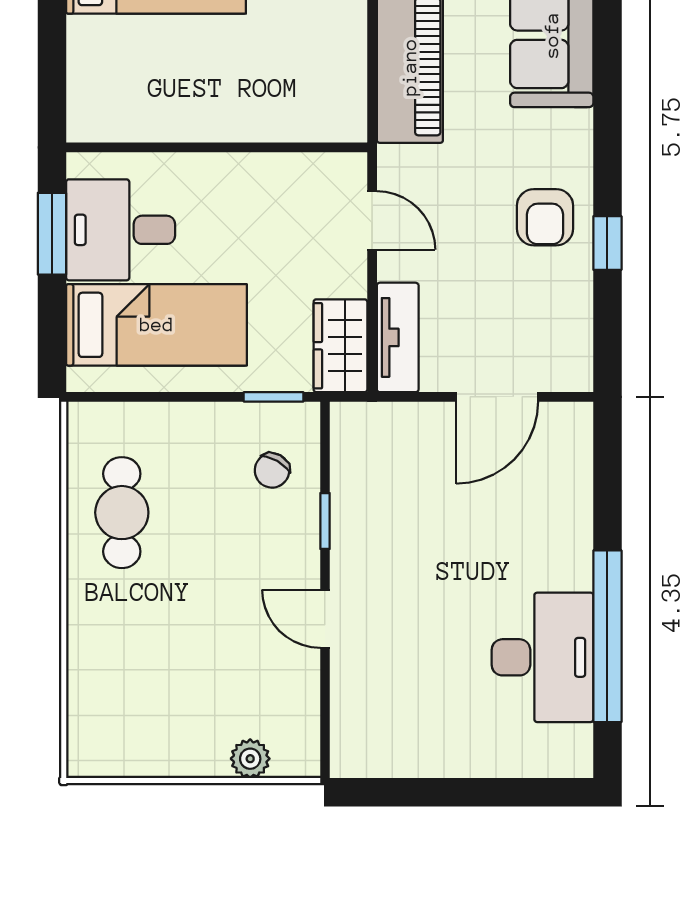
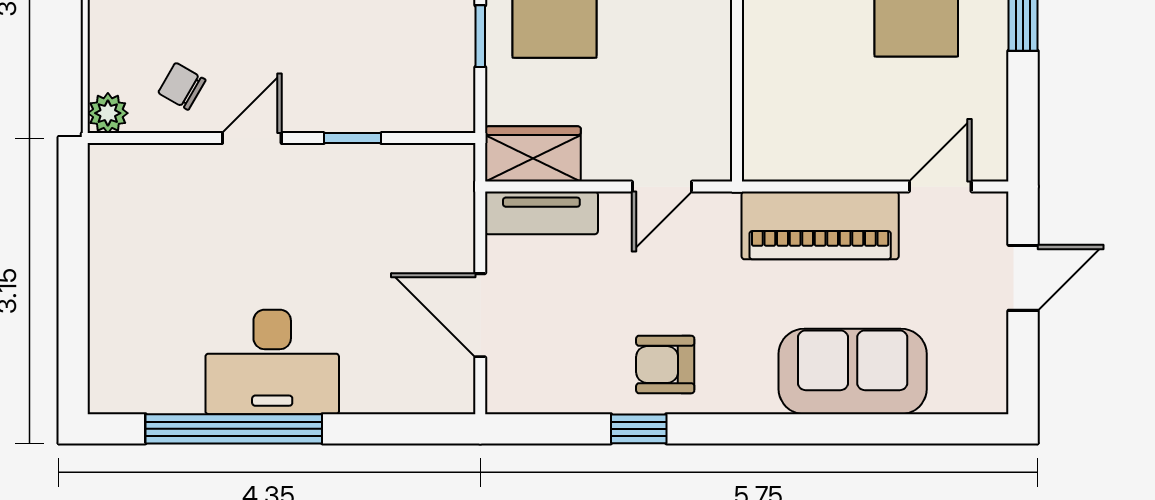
window: (274, 397) -> (480, 36), moved
chair: (272, 470) -> (182, 86), moved
desk: (542, 657) -> (272, 362), moved
plant: (250, 759) -> (108, 113), moved

